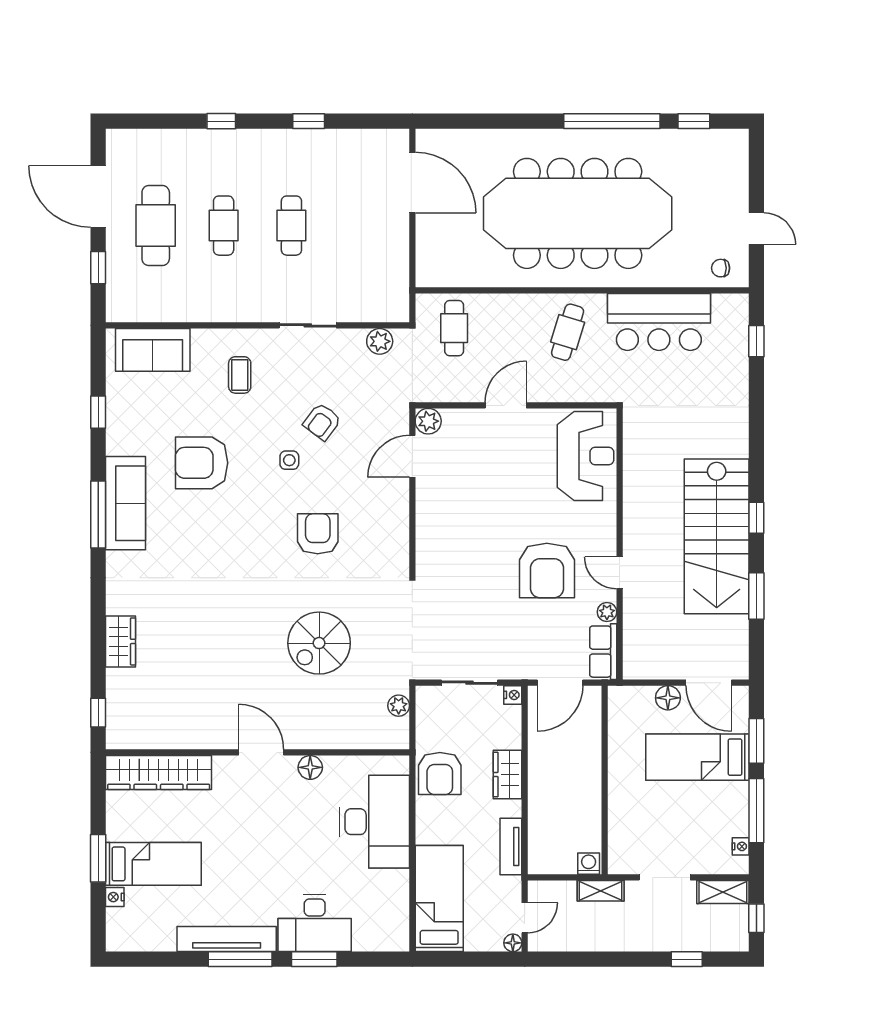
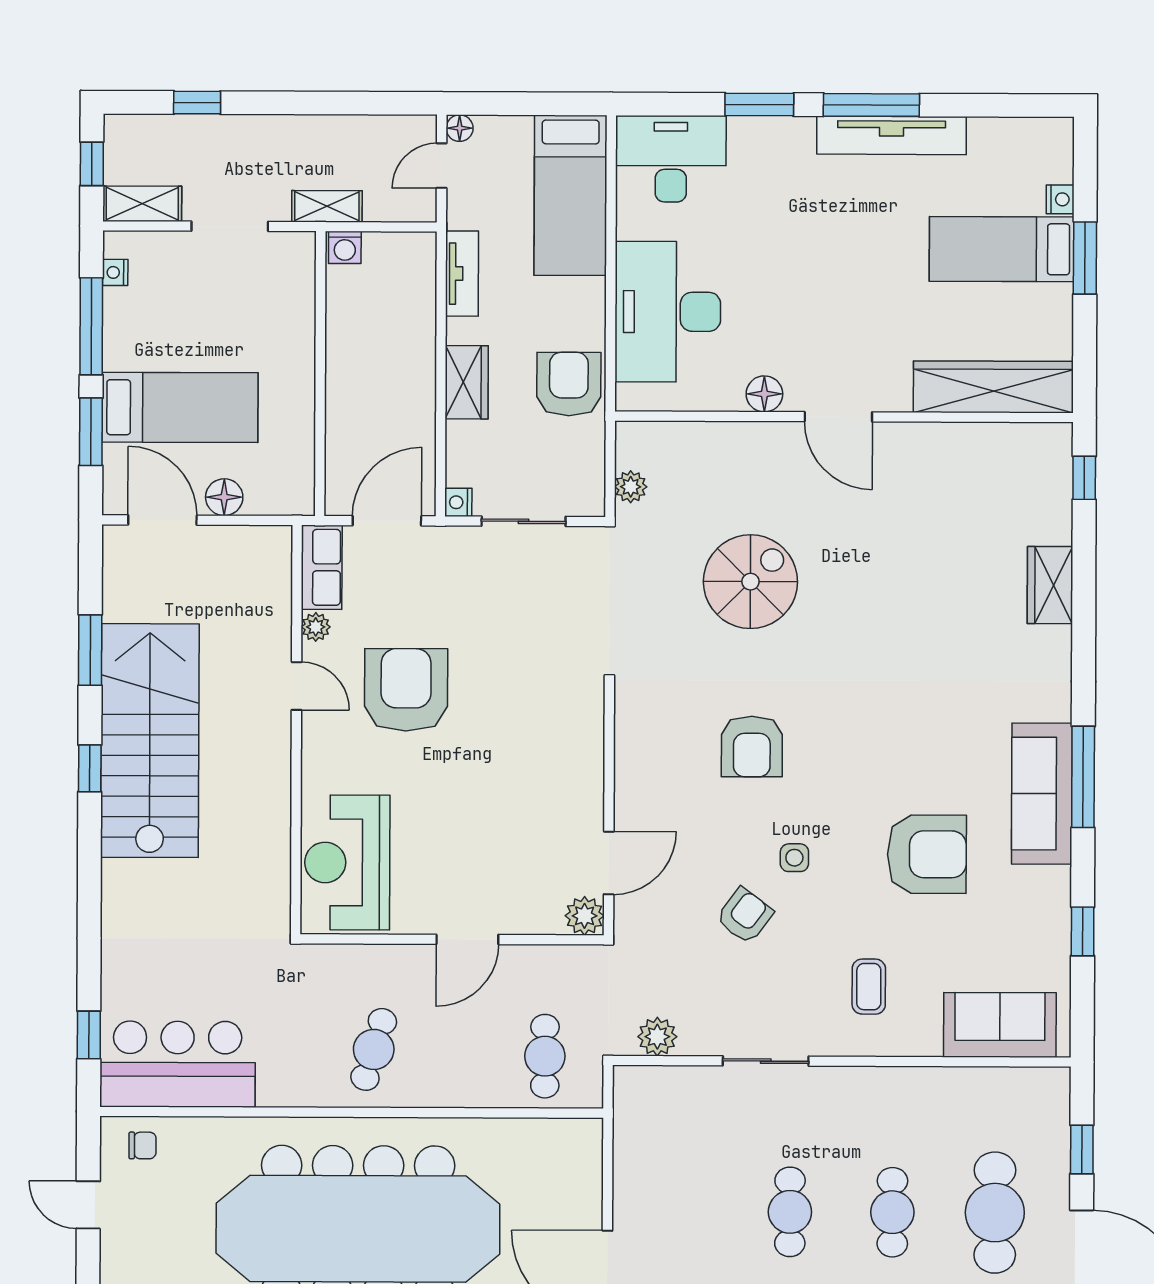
bar counter: (659, 322) -> (178, 1064), moved
desk: (315, 923) -> (671, 159), moved

